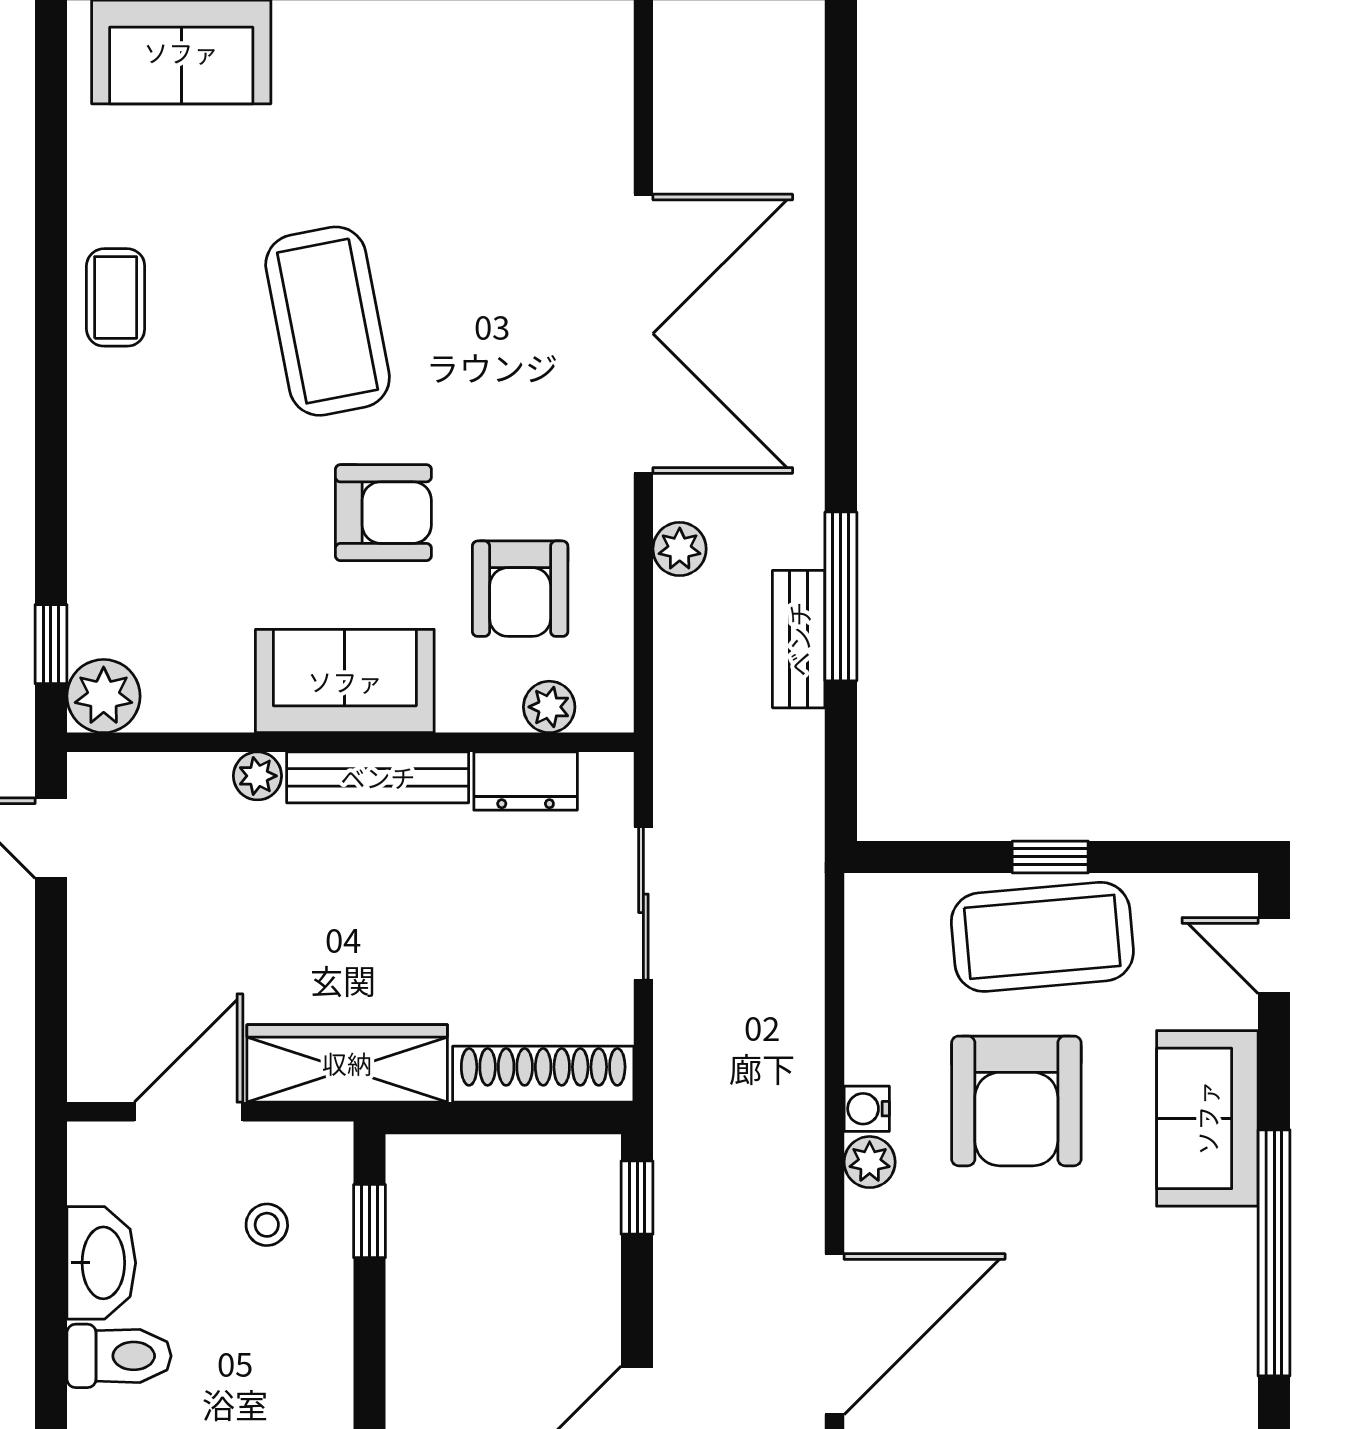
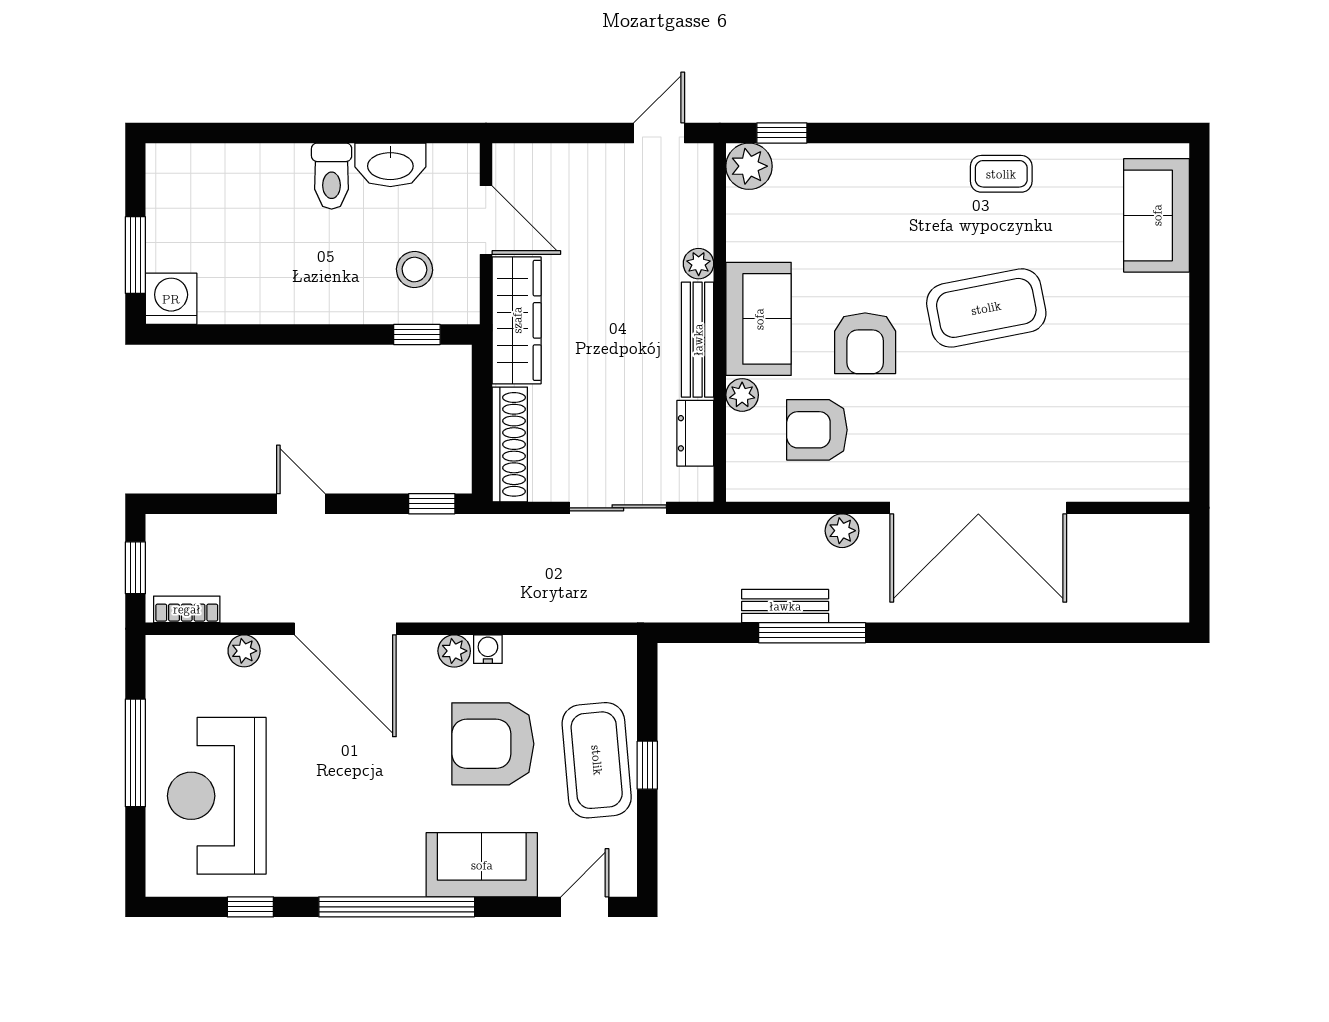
plant: (549, 707) -> (742, 395), moved
stool: (267, 1225) -> (414, 270), width x1.37, depth x1.37

